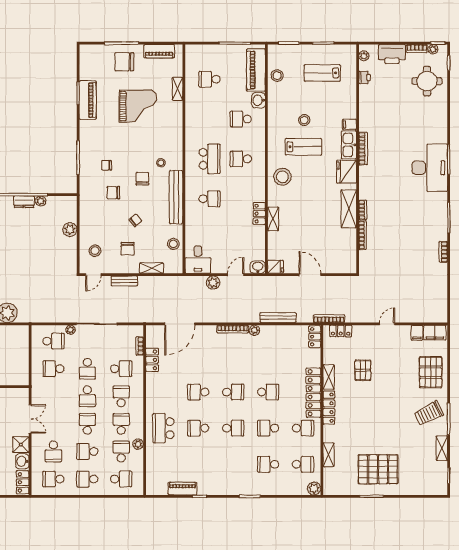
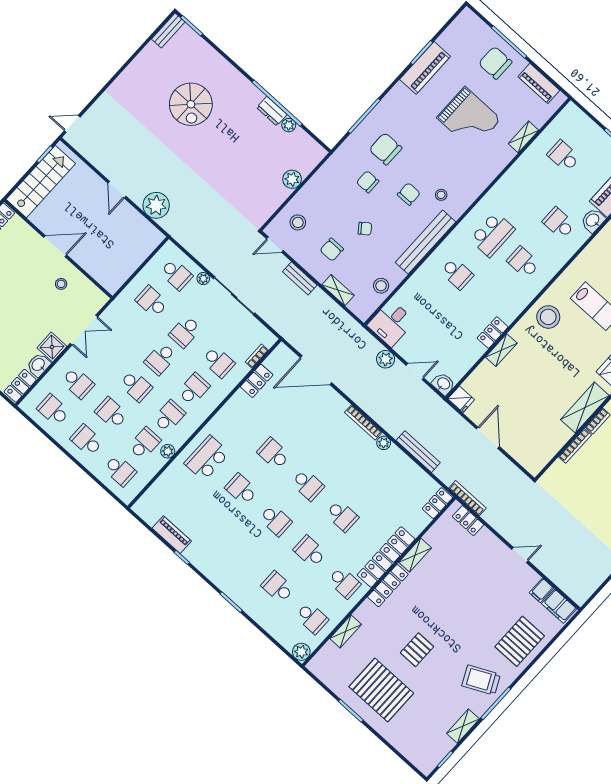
chair: (107, 165) -> (386, 149), width x1.87, depth x1.87
pallet: (363, 370) -> (417, 650), moved
school desk: (87, 424) -> (136, 386), turned 90
school desk: (53, 451) -> (78, 383), turned -90

